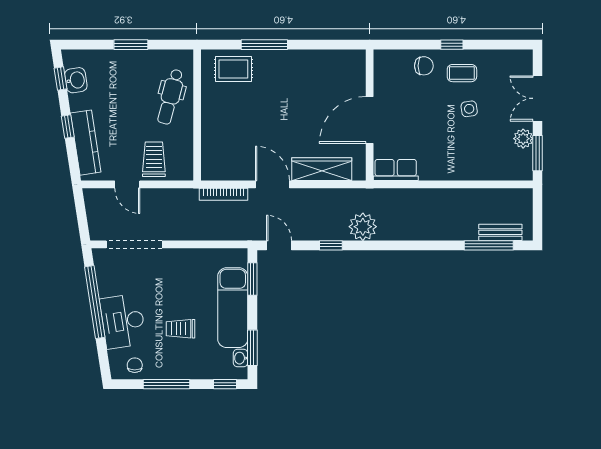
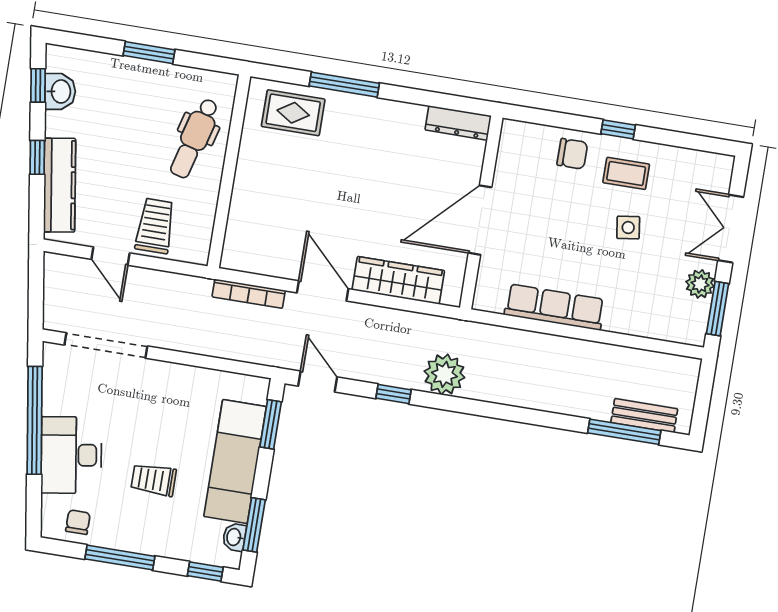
dresser: (344, 58) -> (458, 123), added
row of seats: (396, 170) -> (555, 307), moved, width x1.48

